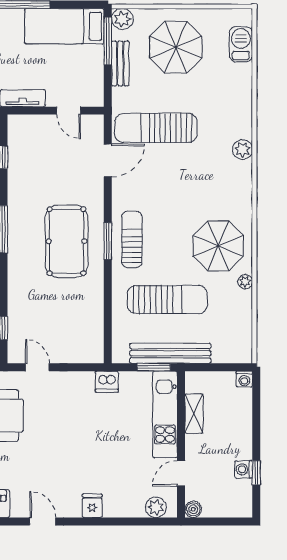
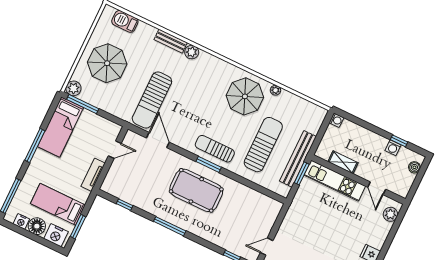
bench: (120, 63) -> (171, 41), moved
dishwasher: (107, 382) -> (297, 207), removed
boiler: (193, 509) -> (414, 167), moved

